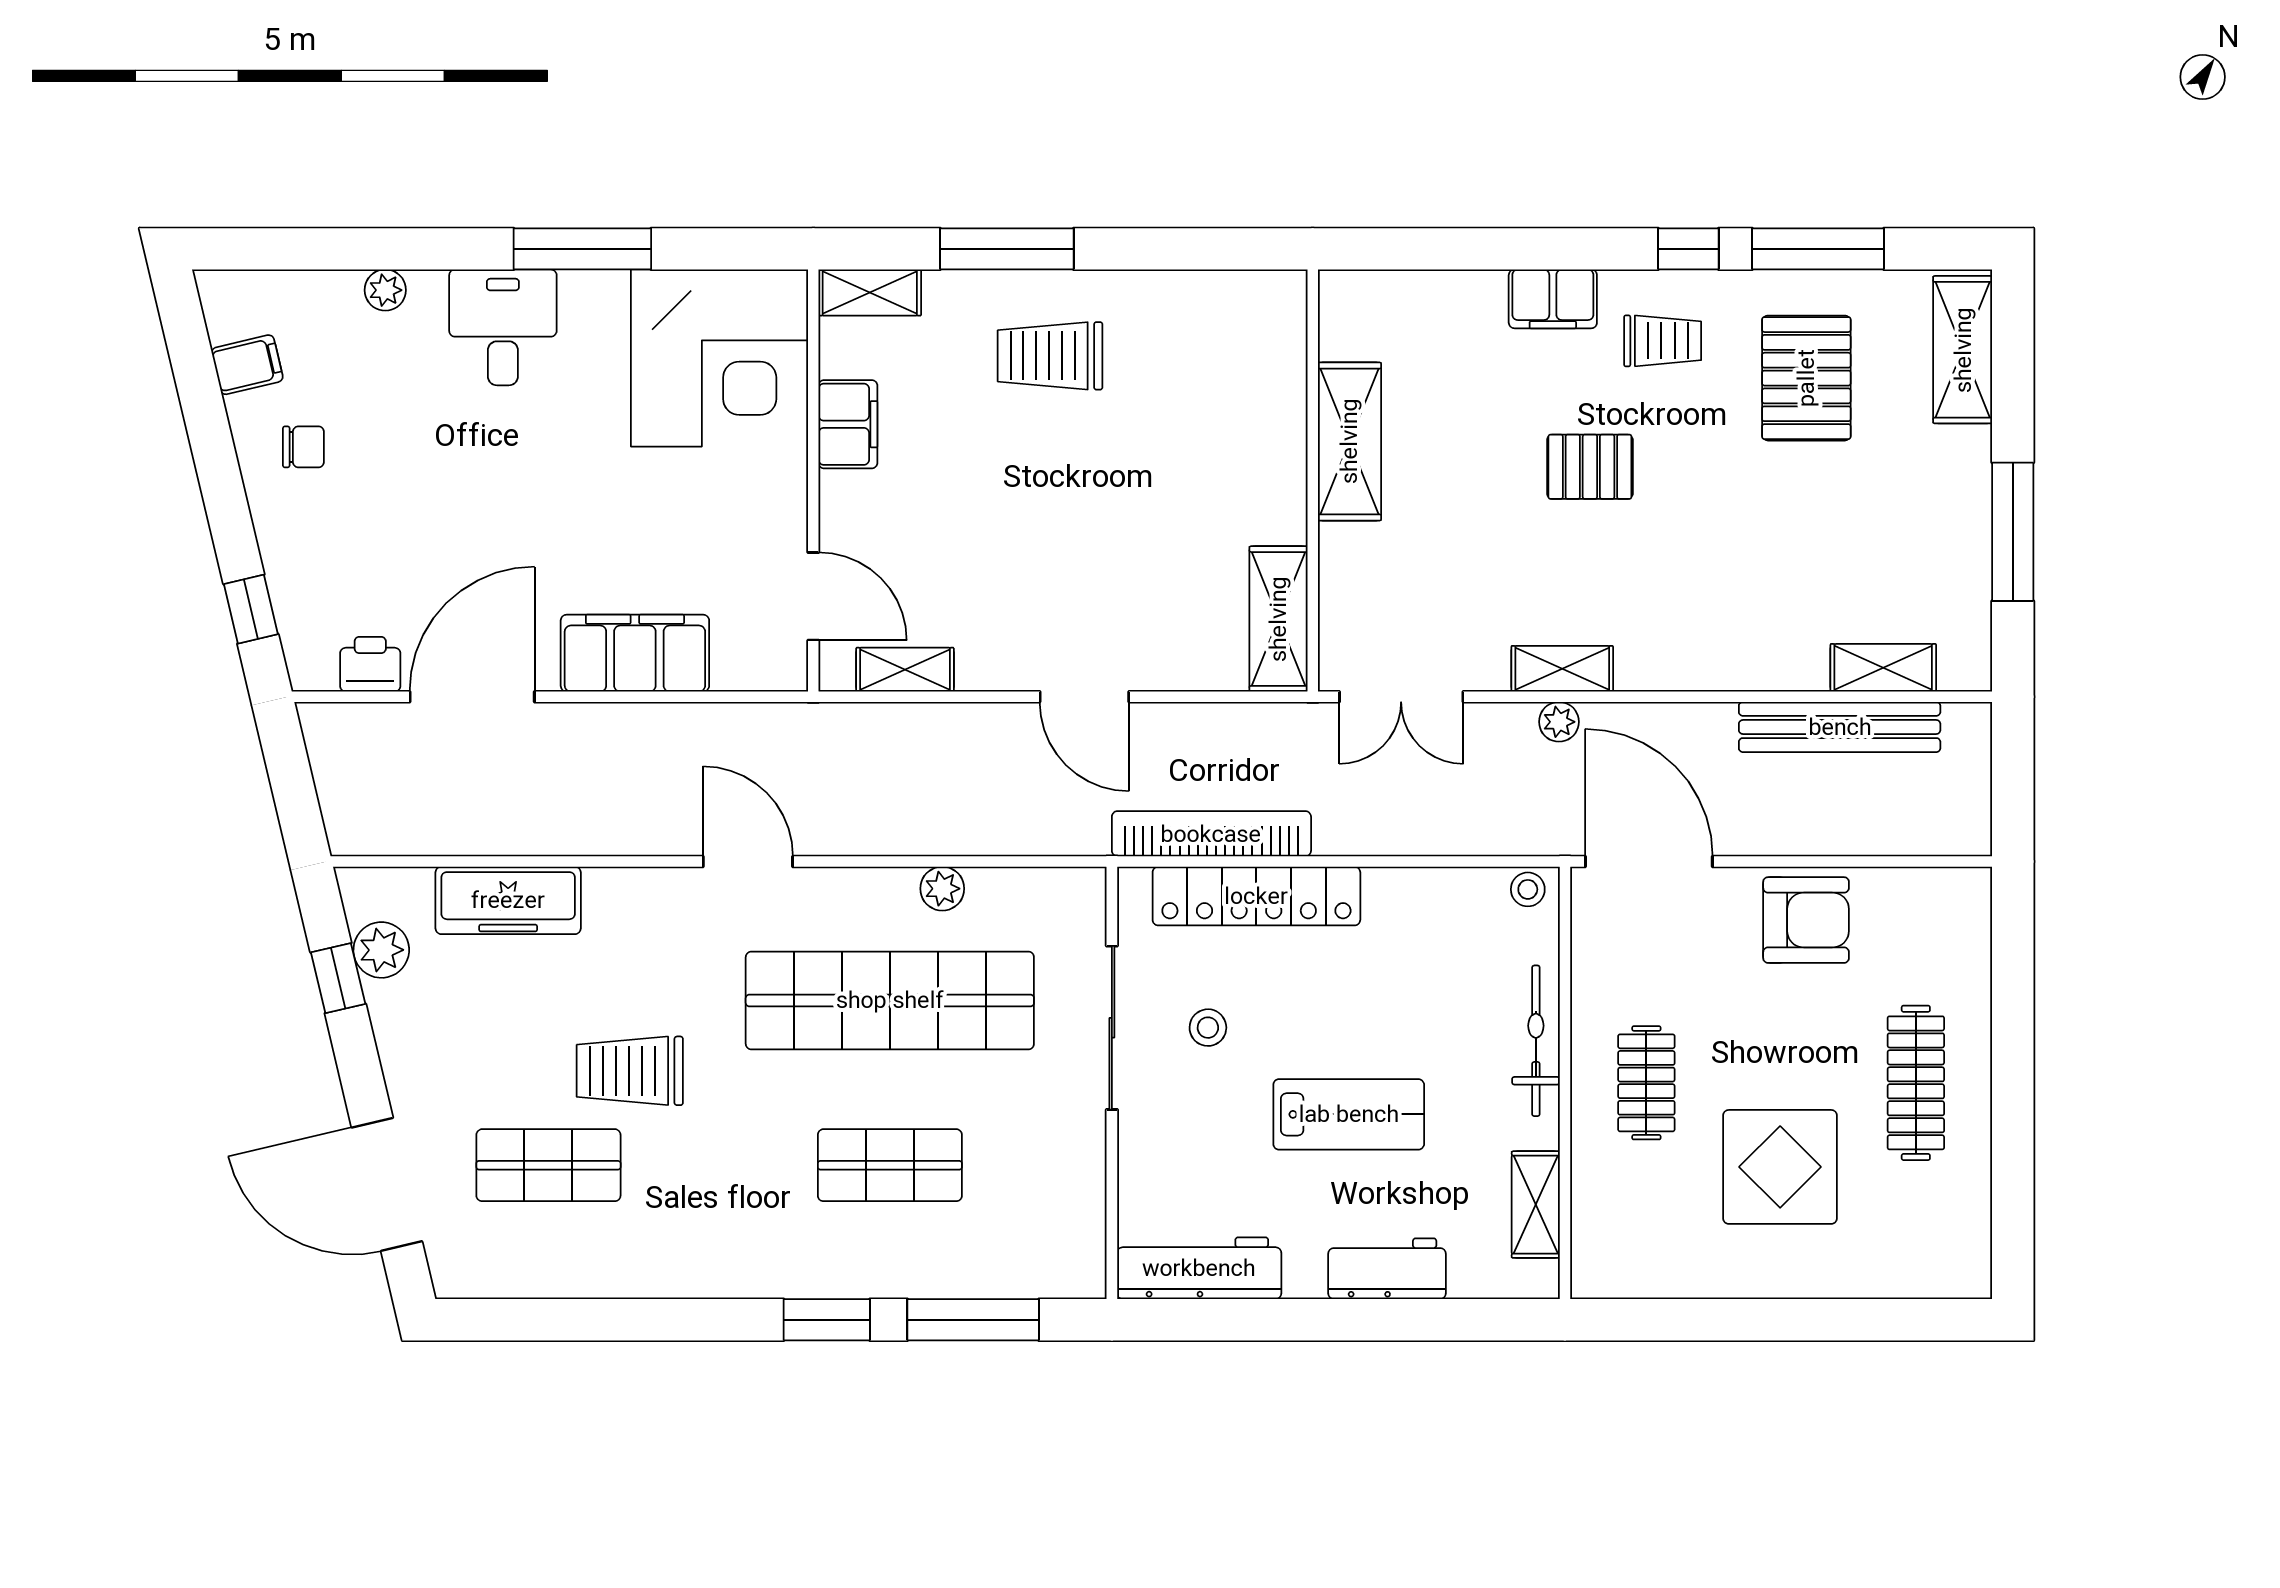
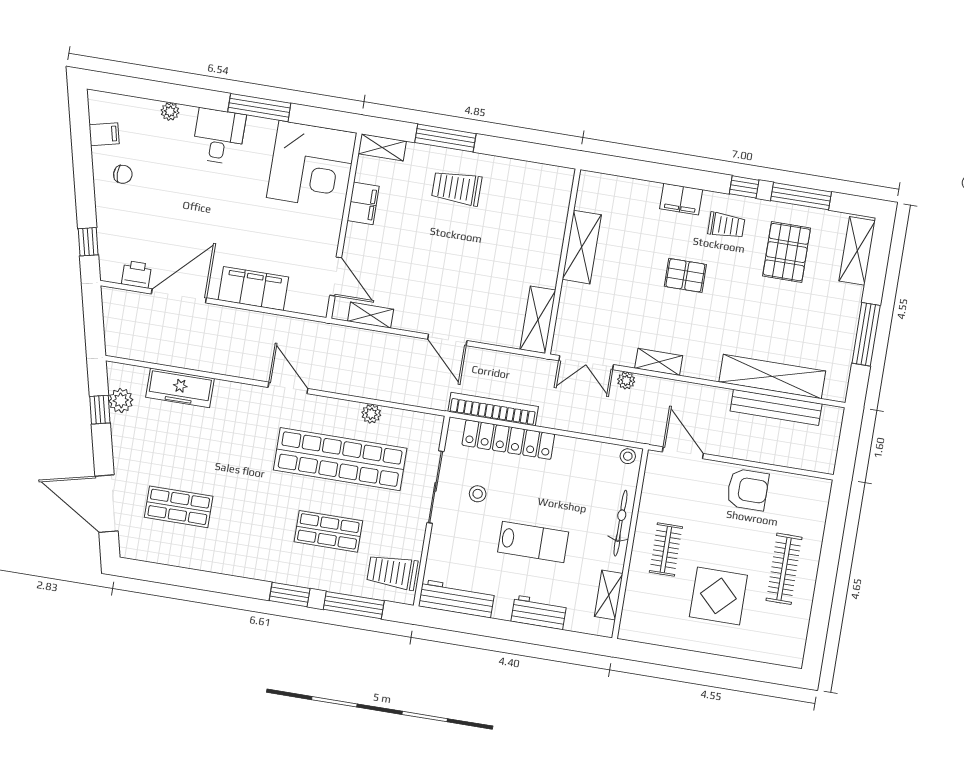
shelving: (1883, 668) -> (772, 377), width x2.20, depth x1.33
plant: (1559, 722) -> (626, 381), moved
door: (1649, 861) -> (683, 453), width x0.73
trolley: (630, 1071) -> (392, 572), moved

